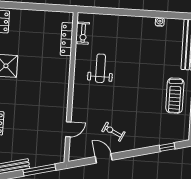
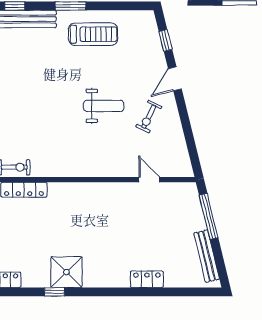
weight bench: (100, 68) -> (104, 106), moved, turned 180
door: (104, 158) -> (175, 79), moved

